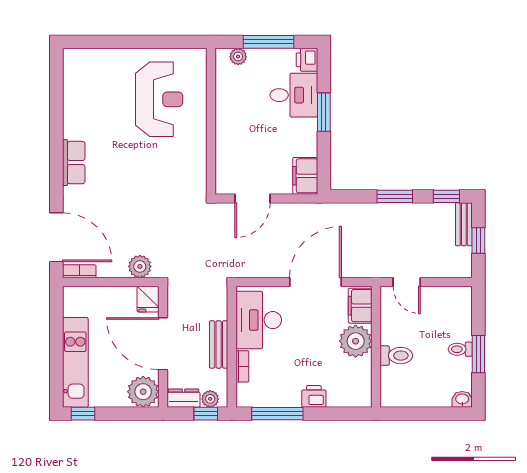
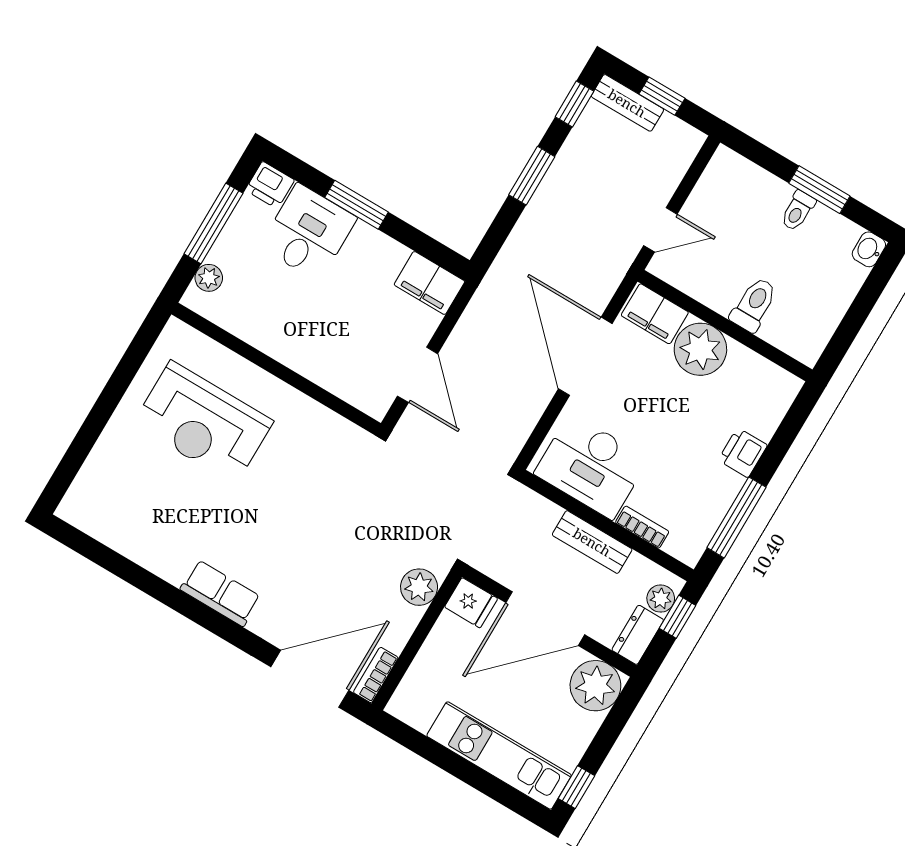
reception desk: (159, 99) -> (203, 423), turned 180

